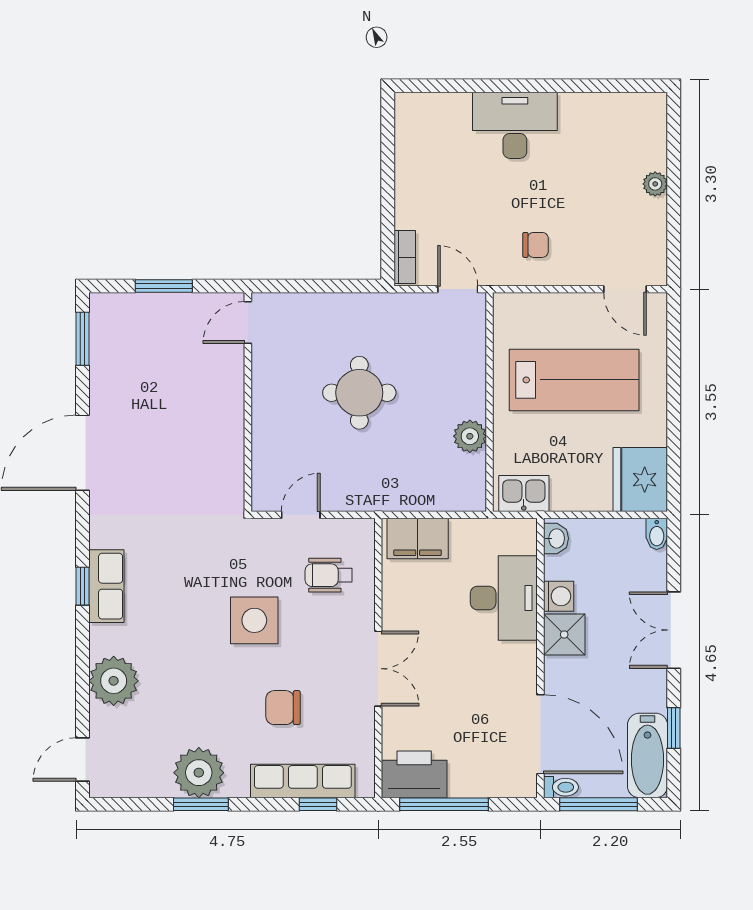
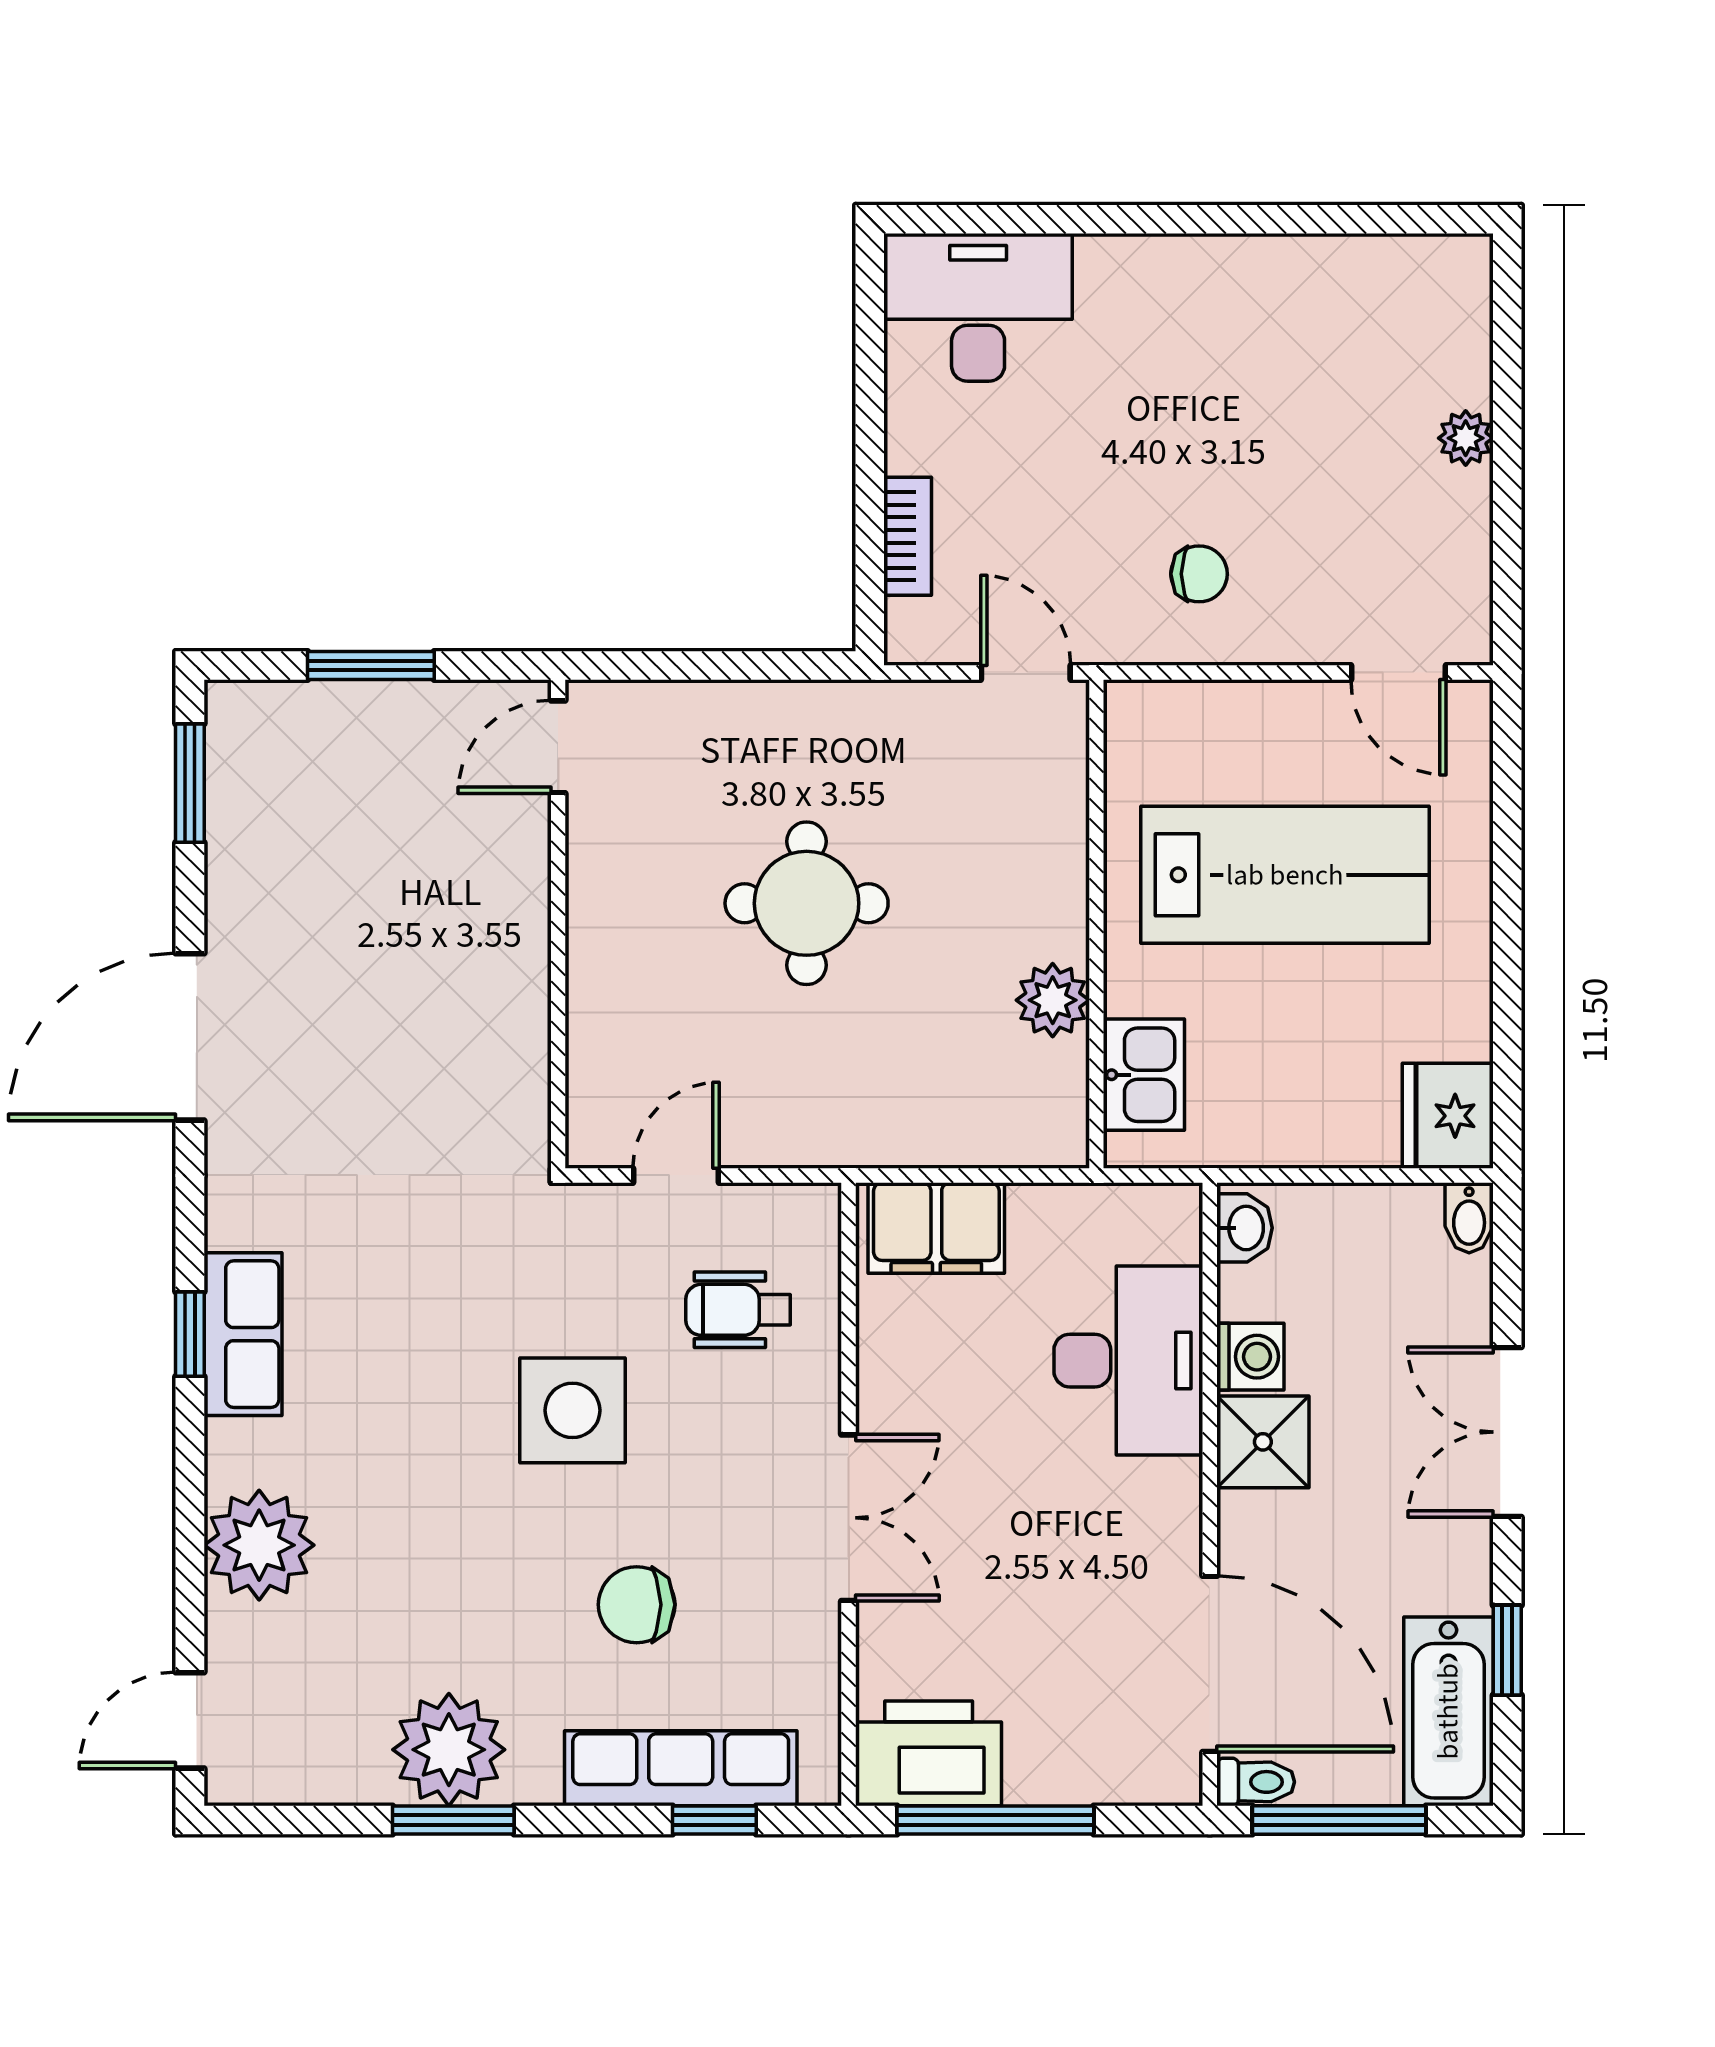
desk: (515, 125) -> (978, 307), moved
bookcase: (405, 257) -> (908, 536), moved
fridge: (640, 480) -> (1448, 1116), width x0.73, depth x0.75
kitchen sink: (524, 494) -> (1144, 1075), moved, turned 90

